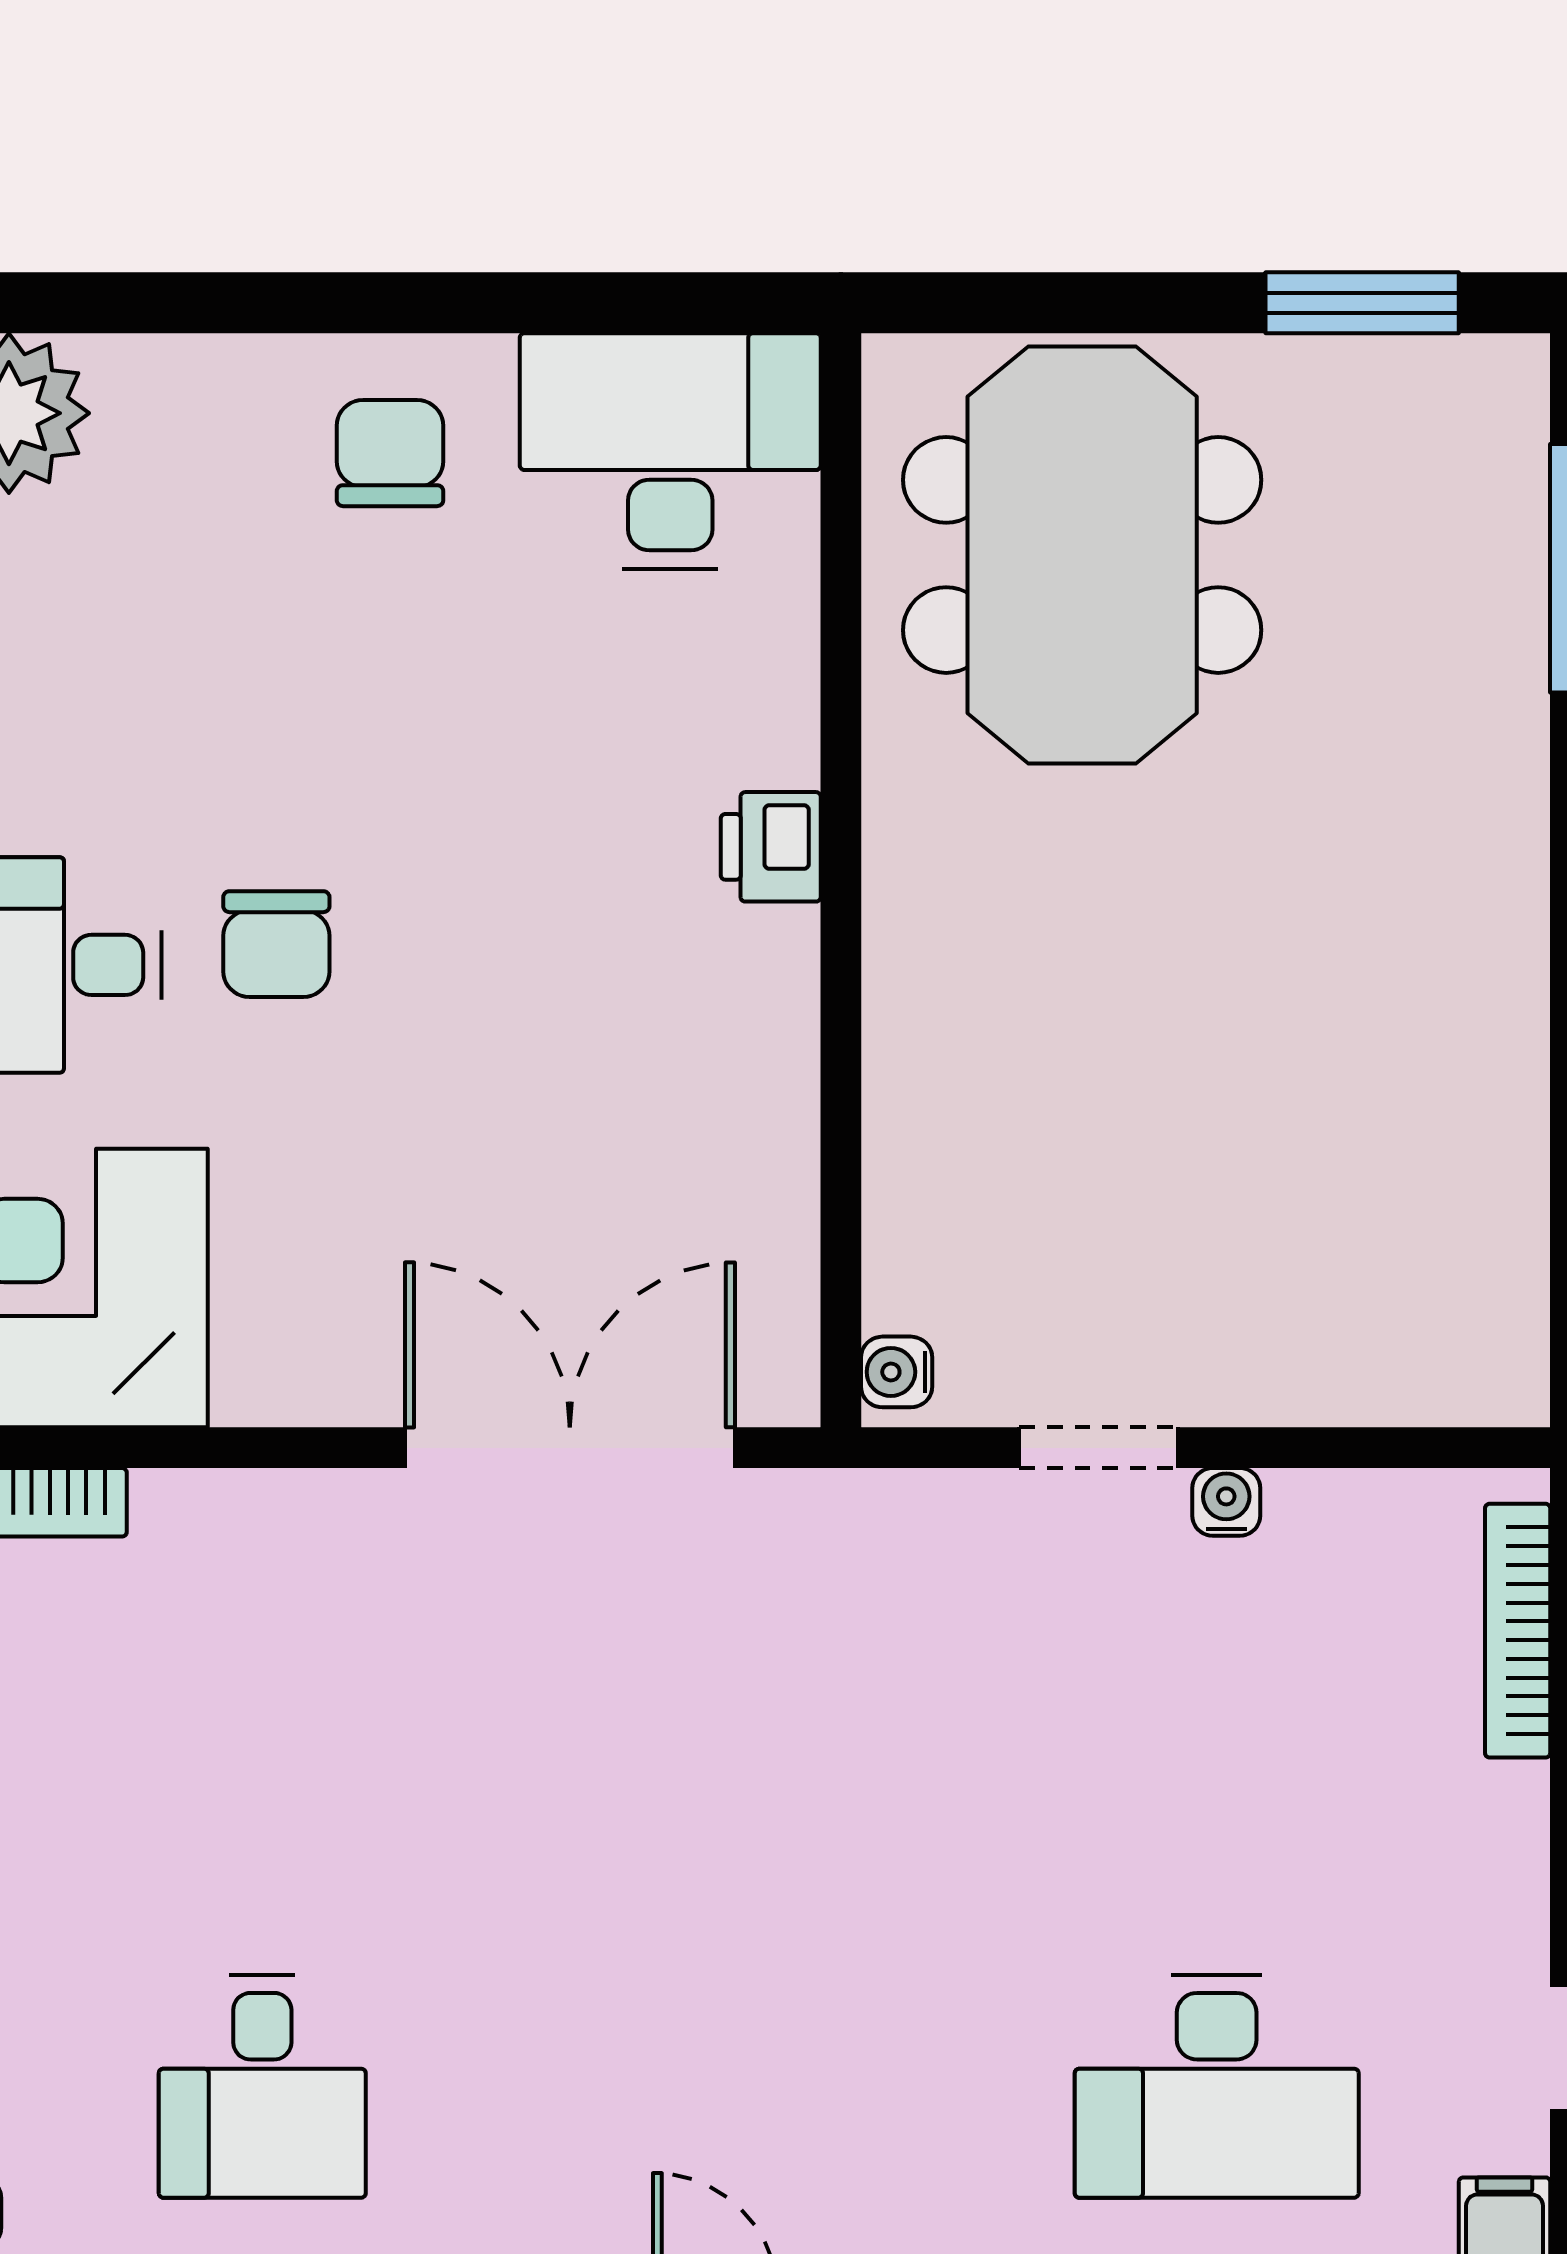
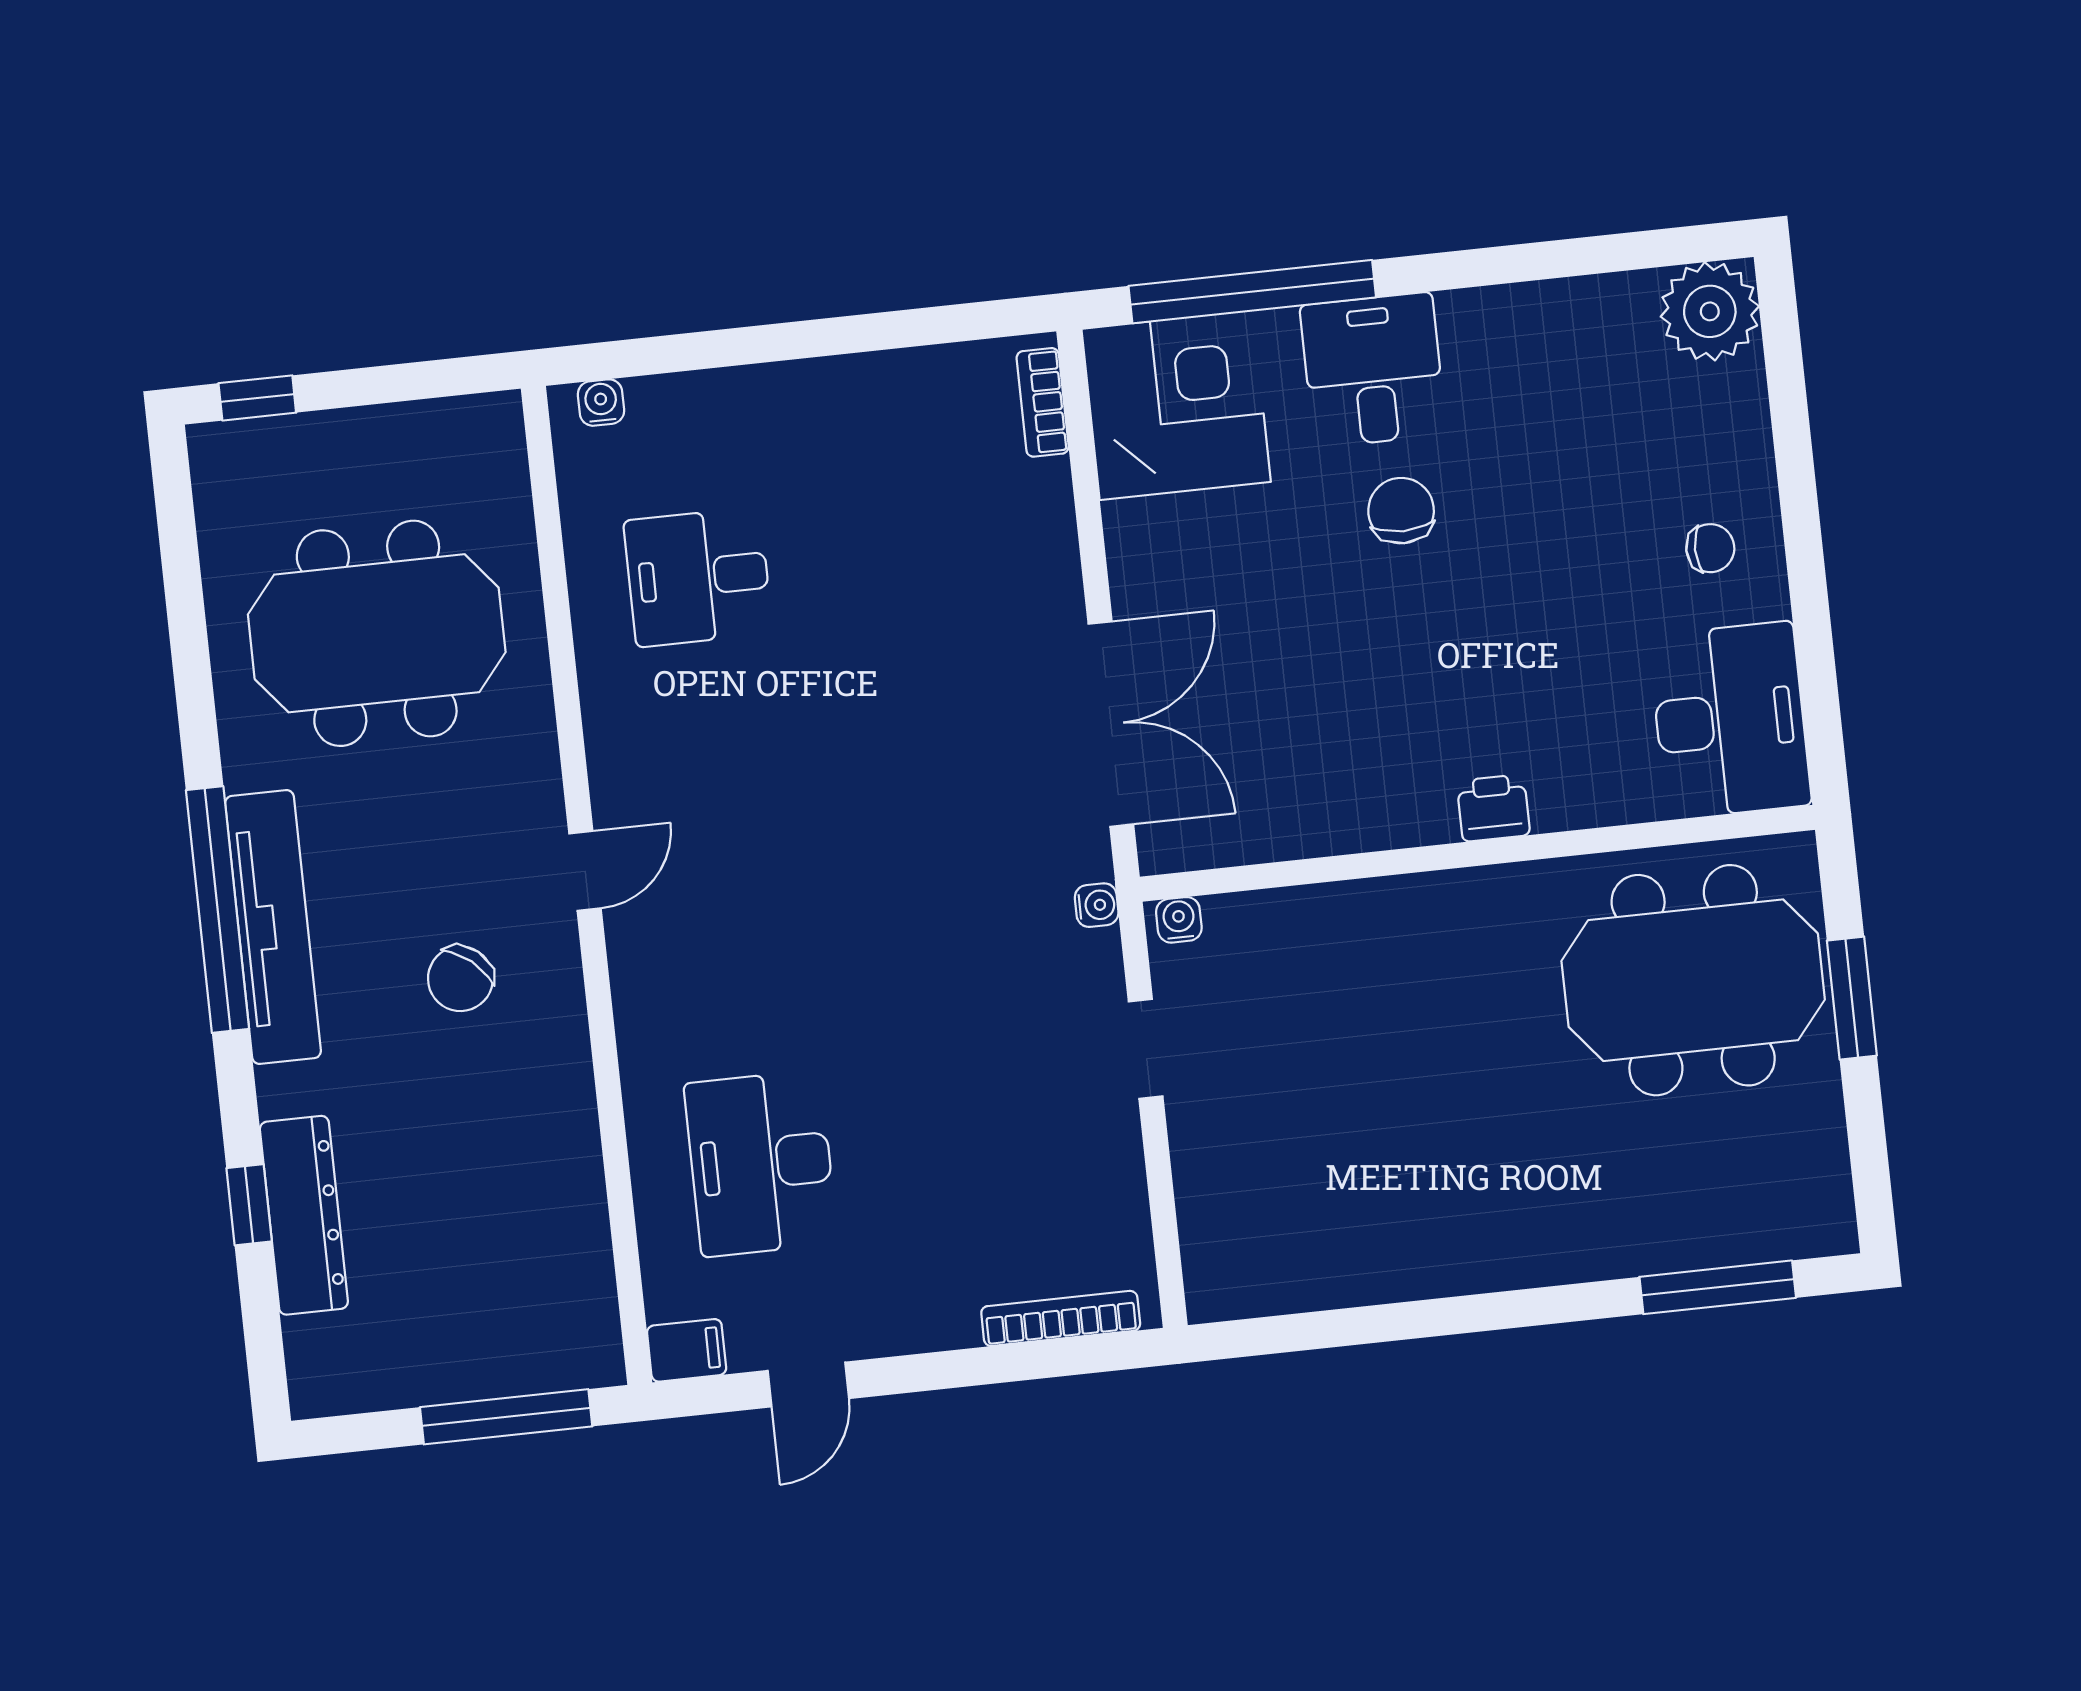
window: (1362, 303) -> (1852, 998), moved
chair: (390, 453) -> (1710, 548), width x0.73, depth x0.73
chair: (276, 944) -> (1401, 511), turned 90
water cooler: (1226, 1502) -> (1097, 905), moved

